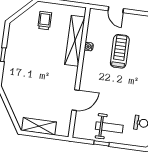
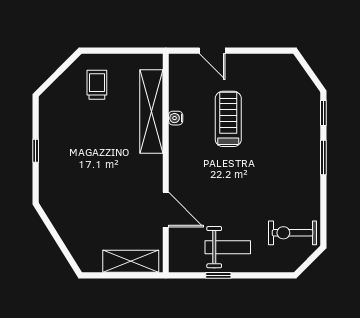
door: (75, 100) -> (166, 210), hinge flipped
shelving: (39, 126) -> (131, 261), moved

